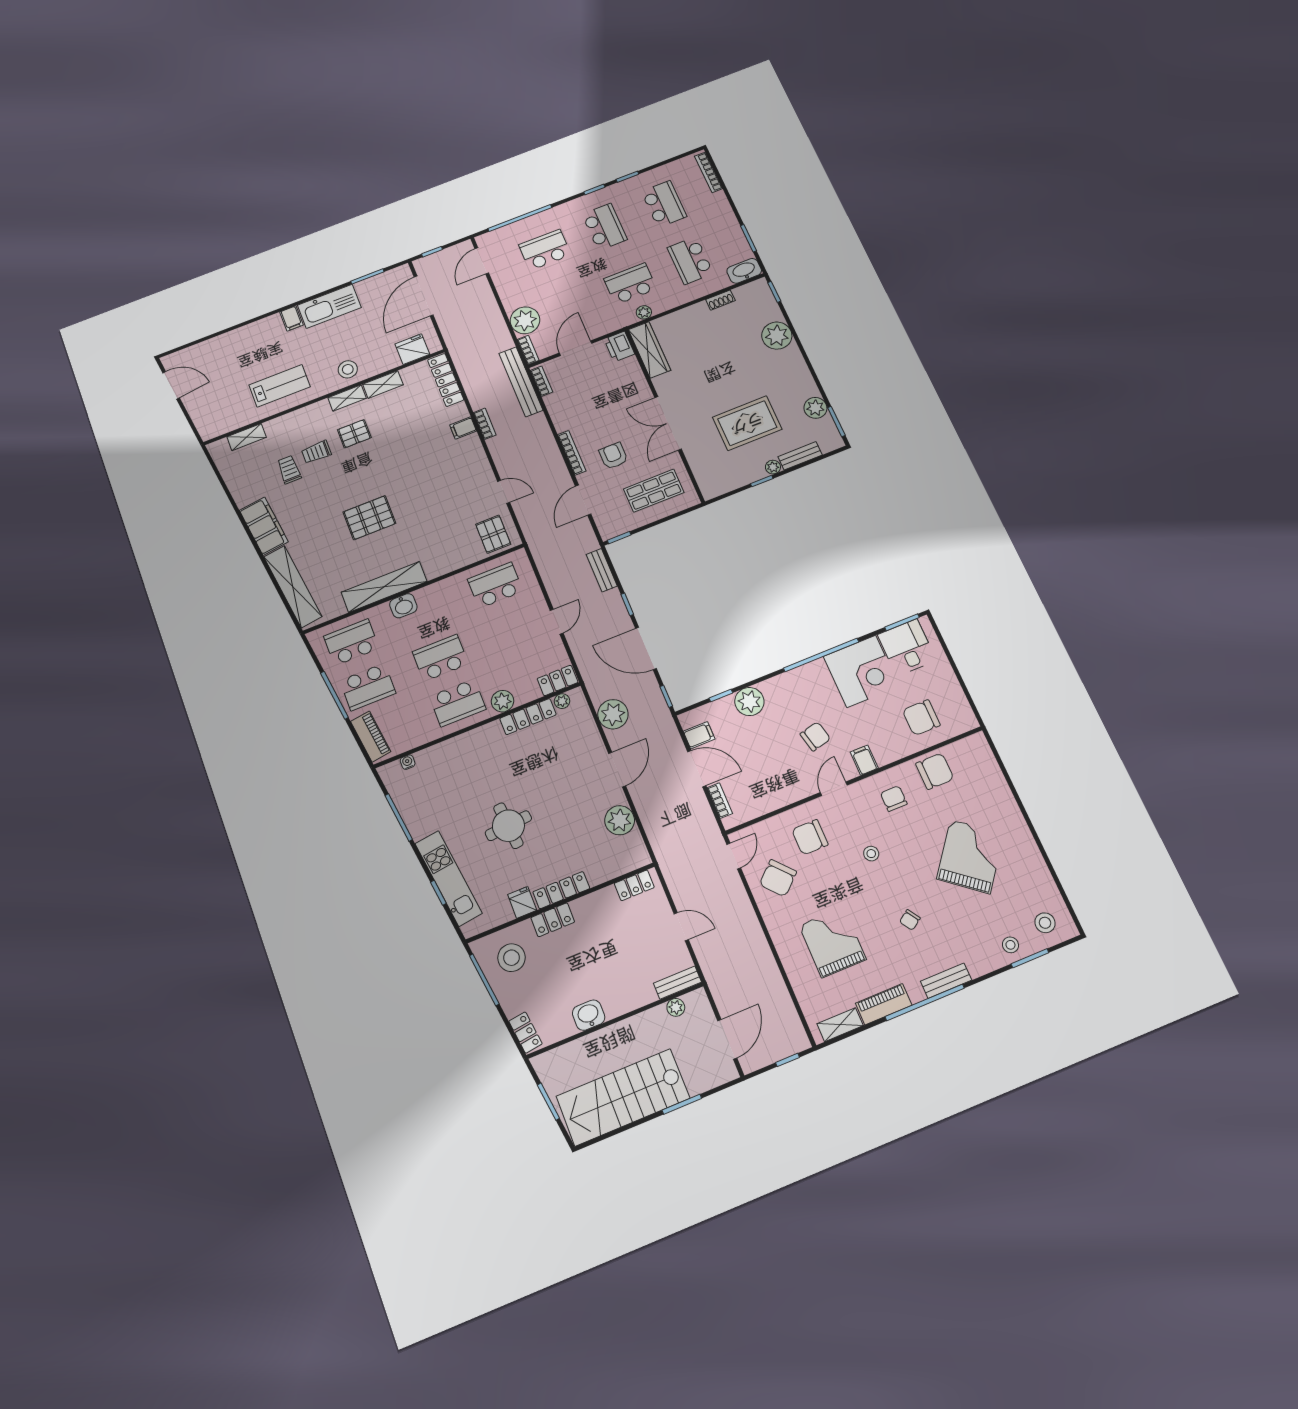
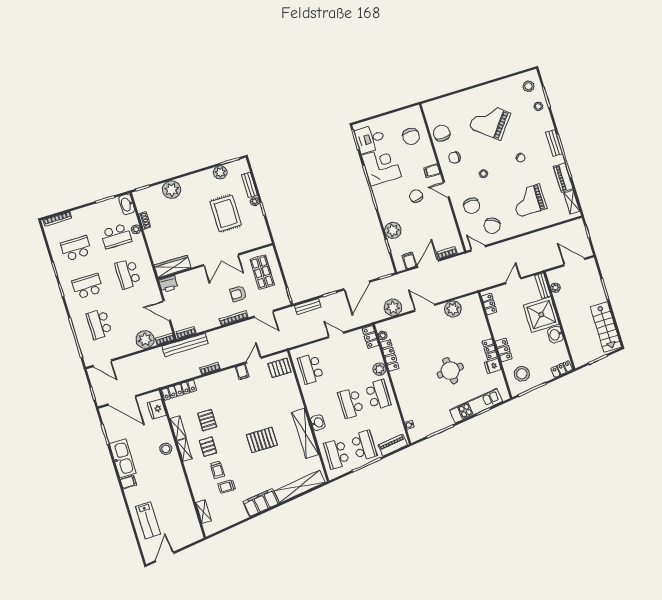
plant: (644, 312) -> (136, 229), moved
lab bench: (280, 386) -> (148, 520), moved, turned 180
pallet: (398, 428) -> (207, 420), added
filing cabinet: (463, 428) -> (242, 372), moved
pallet: (369, 518) -> (262, 440), turned 90
chair: (778, 878) -> (492, 226), turned 69
locker: (561, 890) -> (490, 349), width x0.66
shower: (623, 985) -> (541, 315), added
stairs: (623, 1097) -> (606, 327), width x0.73, depth x0.66

